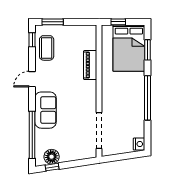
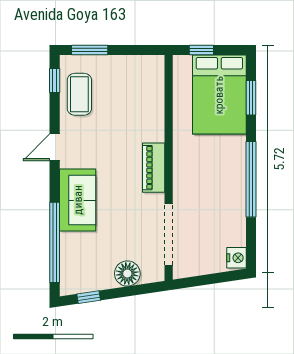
piano: (90, 65) -> (154, 168), moved
floor lamp: (52, 157) -> (127, 273), moved

